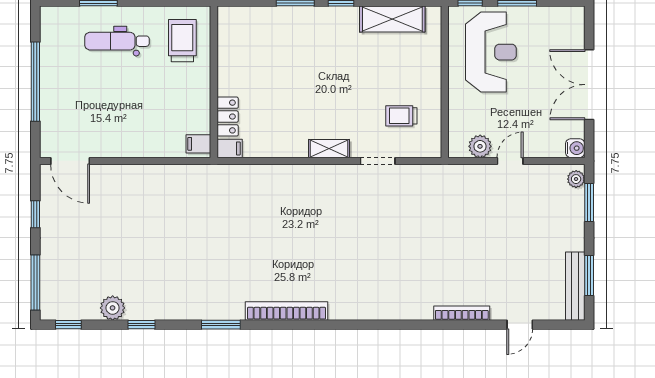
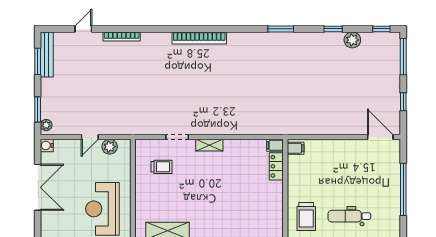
dental chair: (117, 41) -> (349, 216), turned 180
bookcase: (287, 311) -> (199, 38), moved

